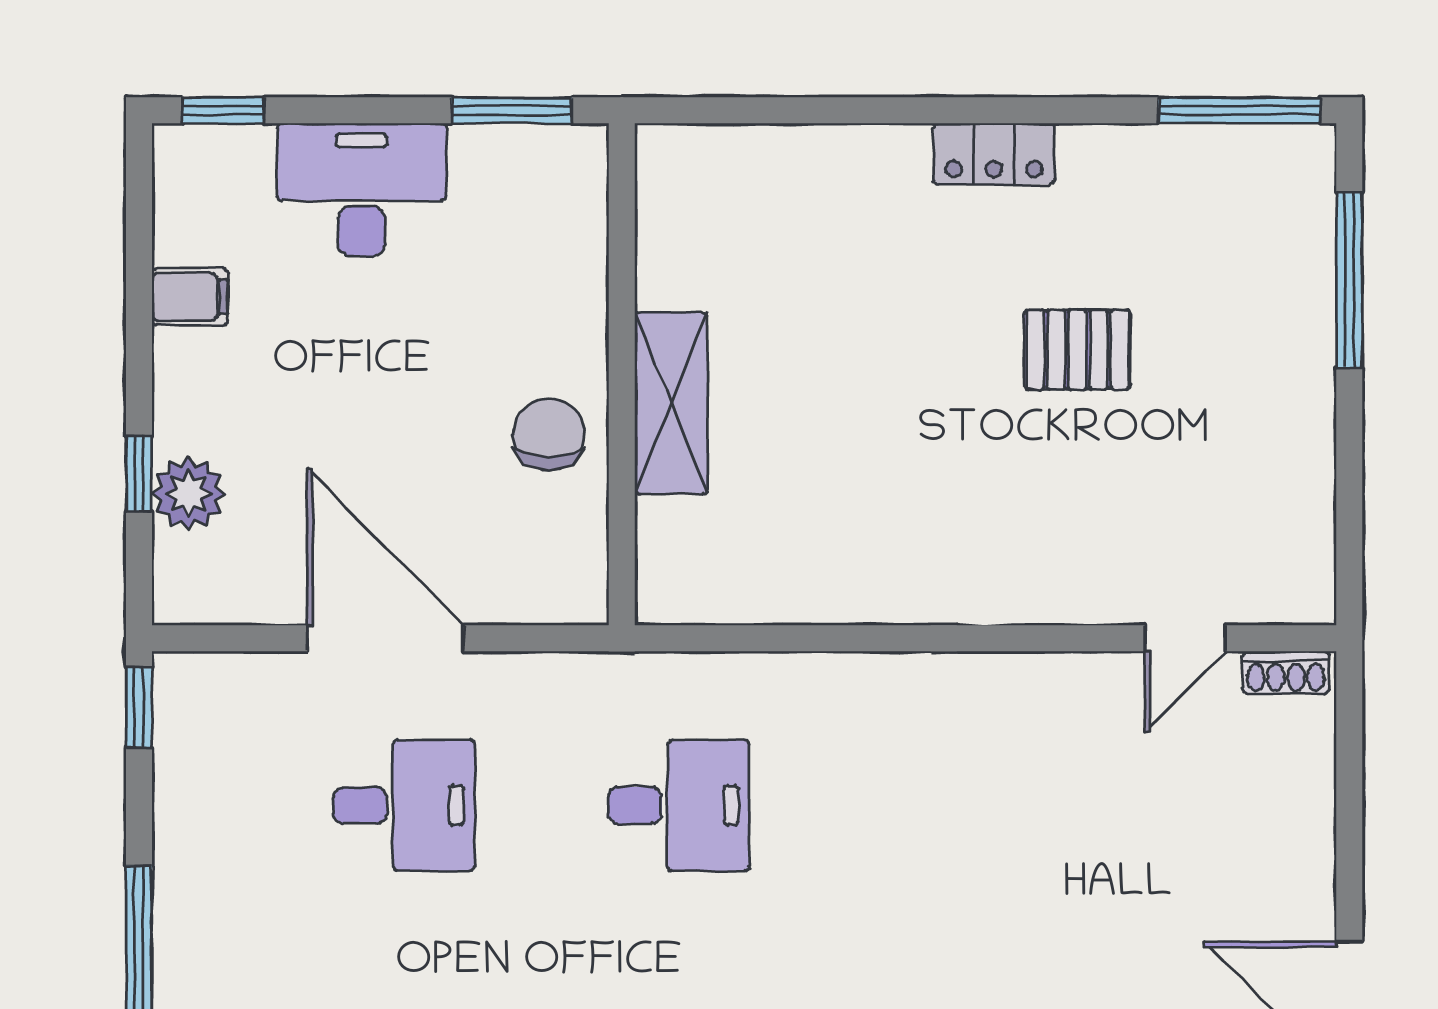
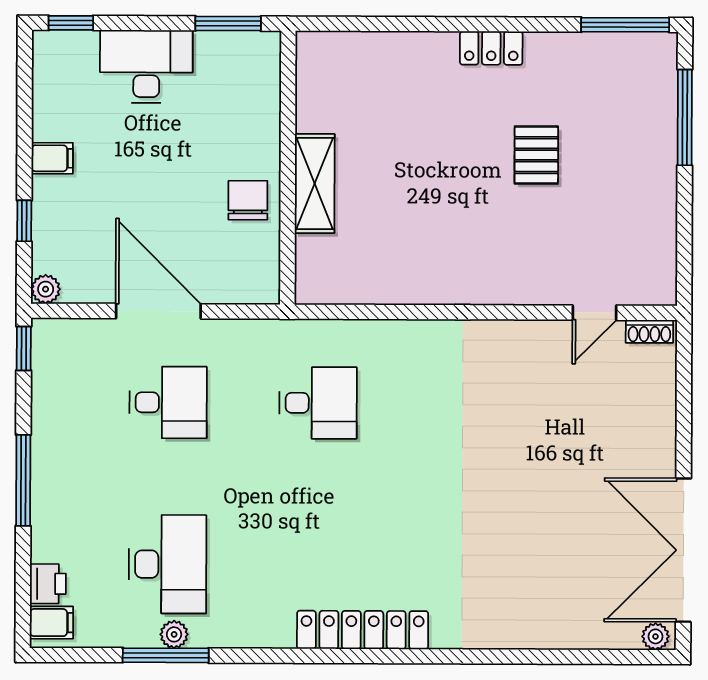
filing cabinet: (190, 297) -> (52, 158), moved
pallet: (1077, 350) -> (536, 155), turned 90
plant: (189, 494) -> (46, 289), moved, width x0.73, depth x0.73

